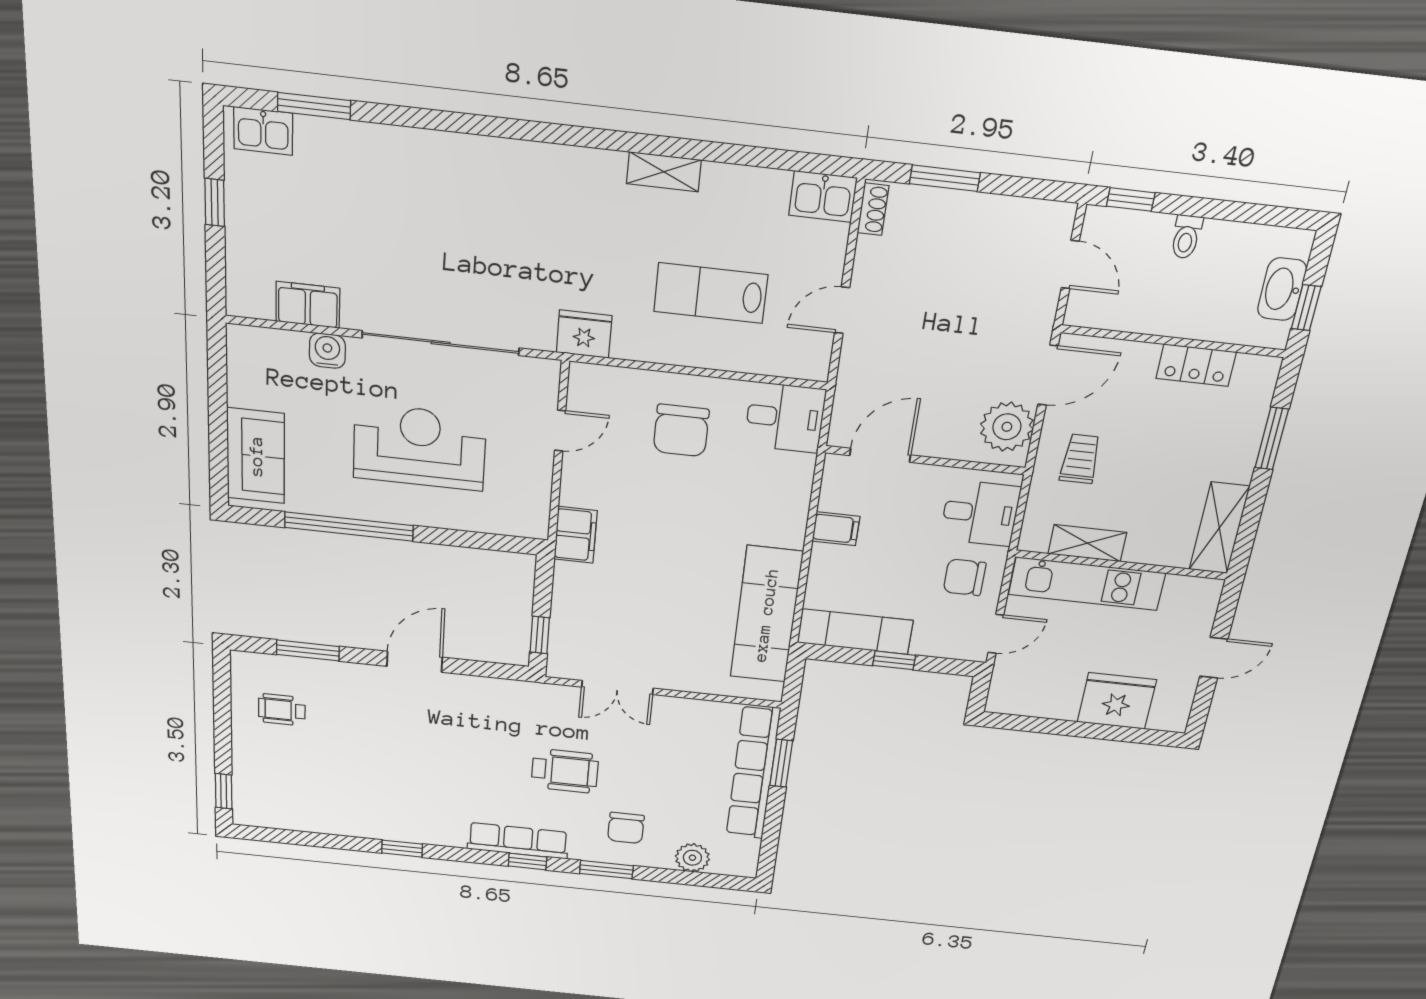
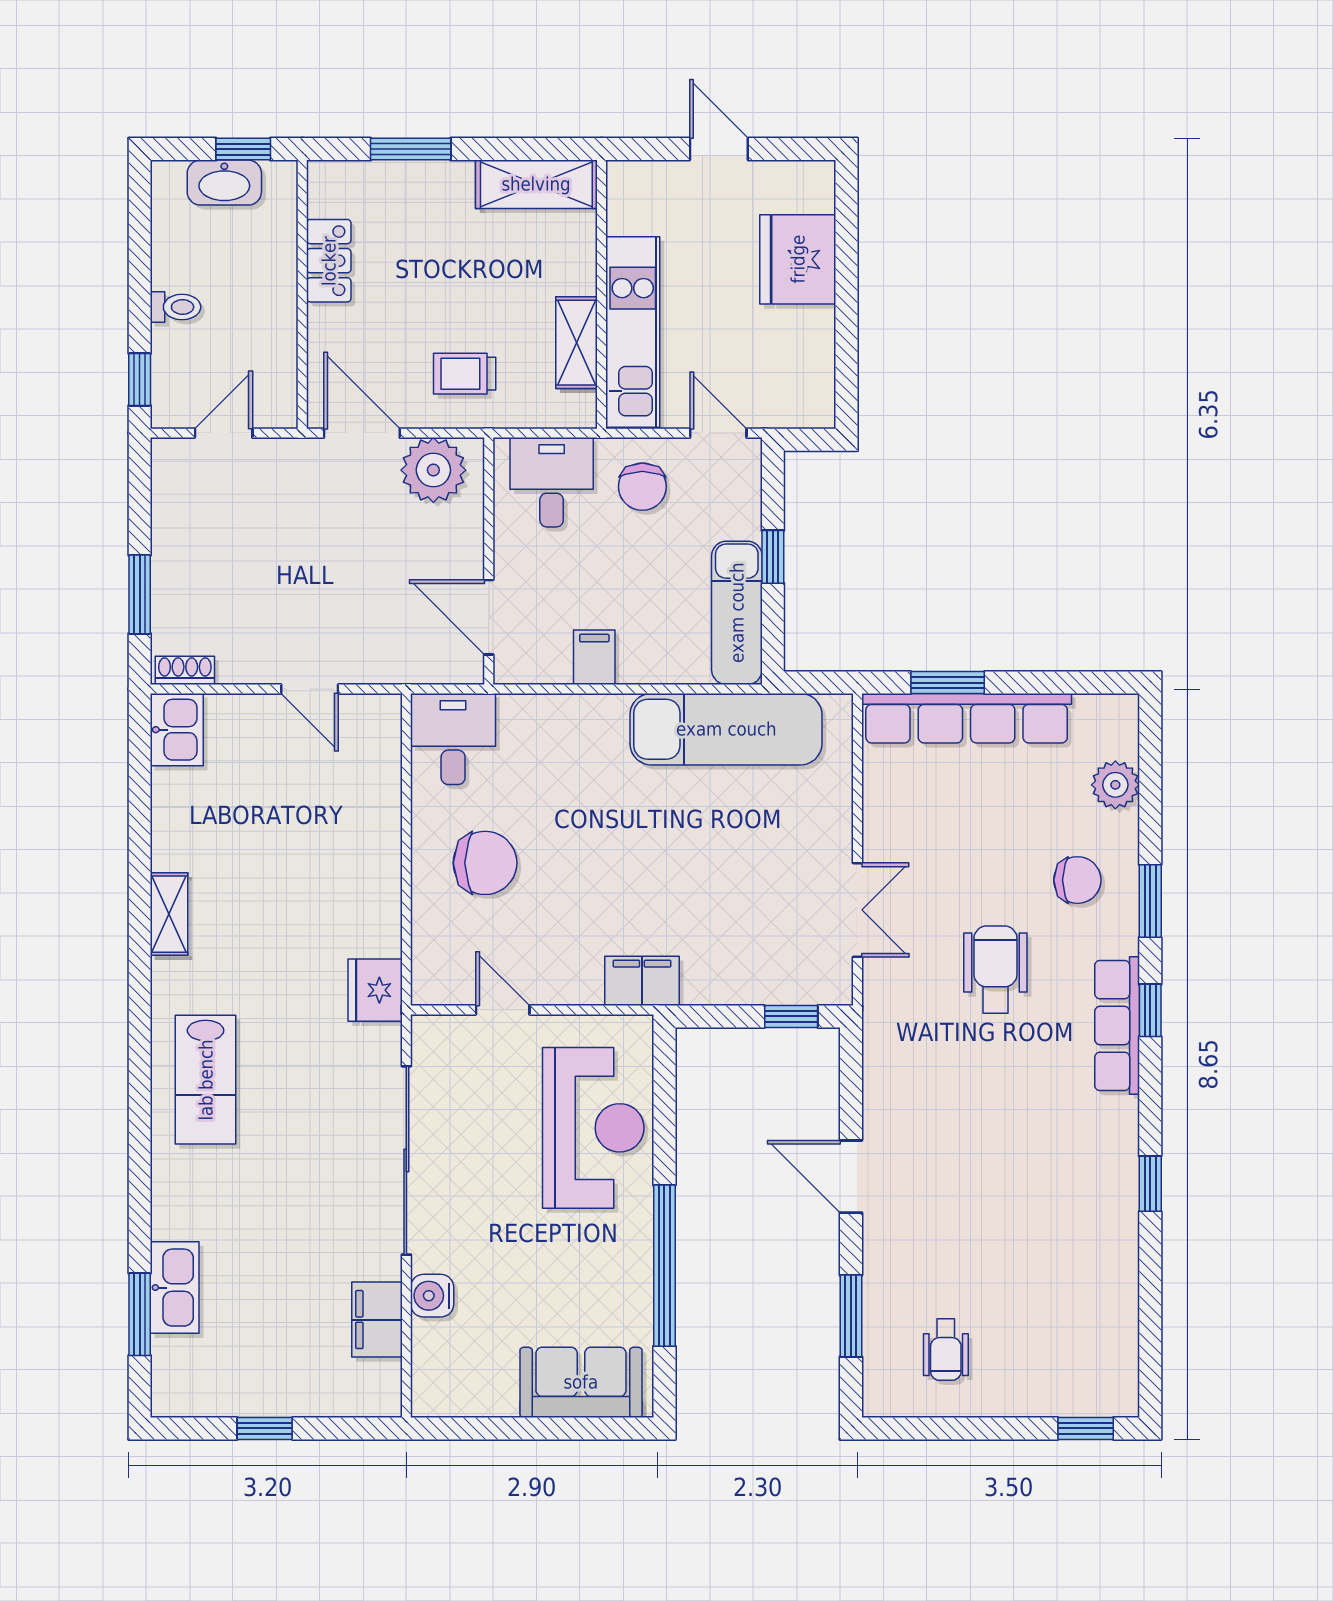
kitchen sink: (263, 131) -> (175, 1288), moved, width x1.38
lab bench: (711, 293) -> (206, 1080), moved
reception desk: (420, 447) -> (593, 1128), moved, turned 180

